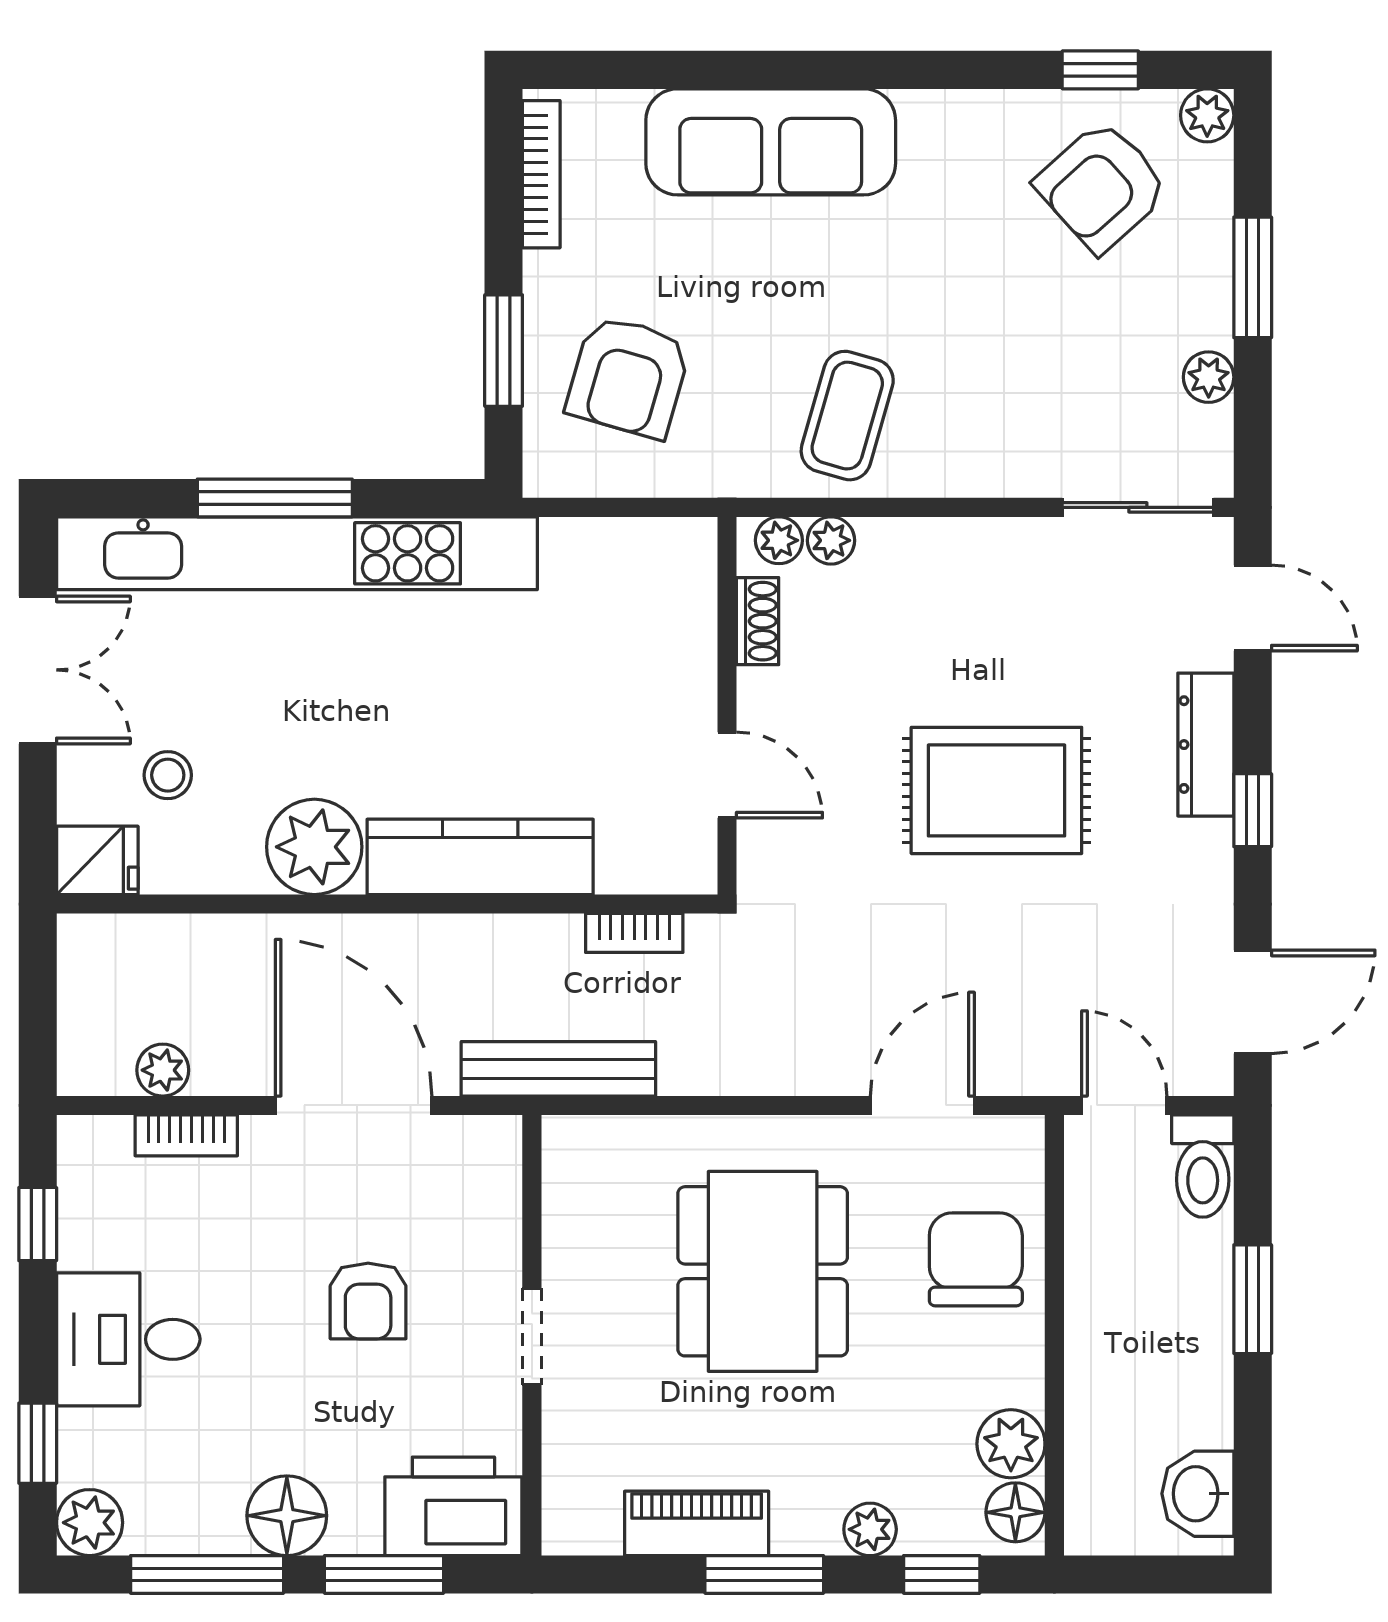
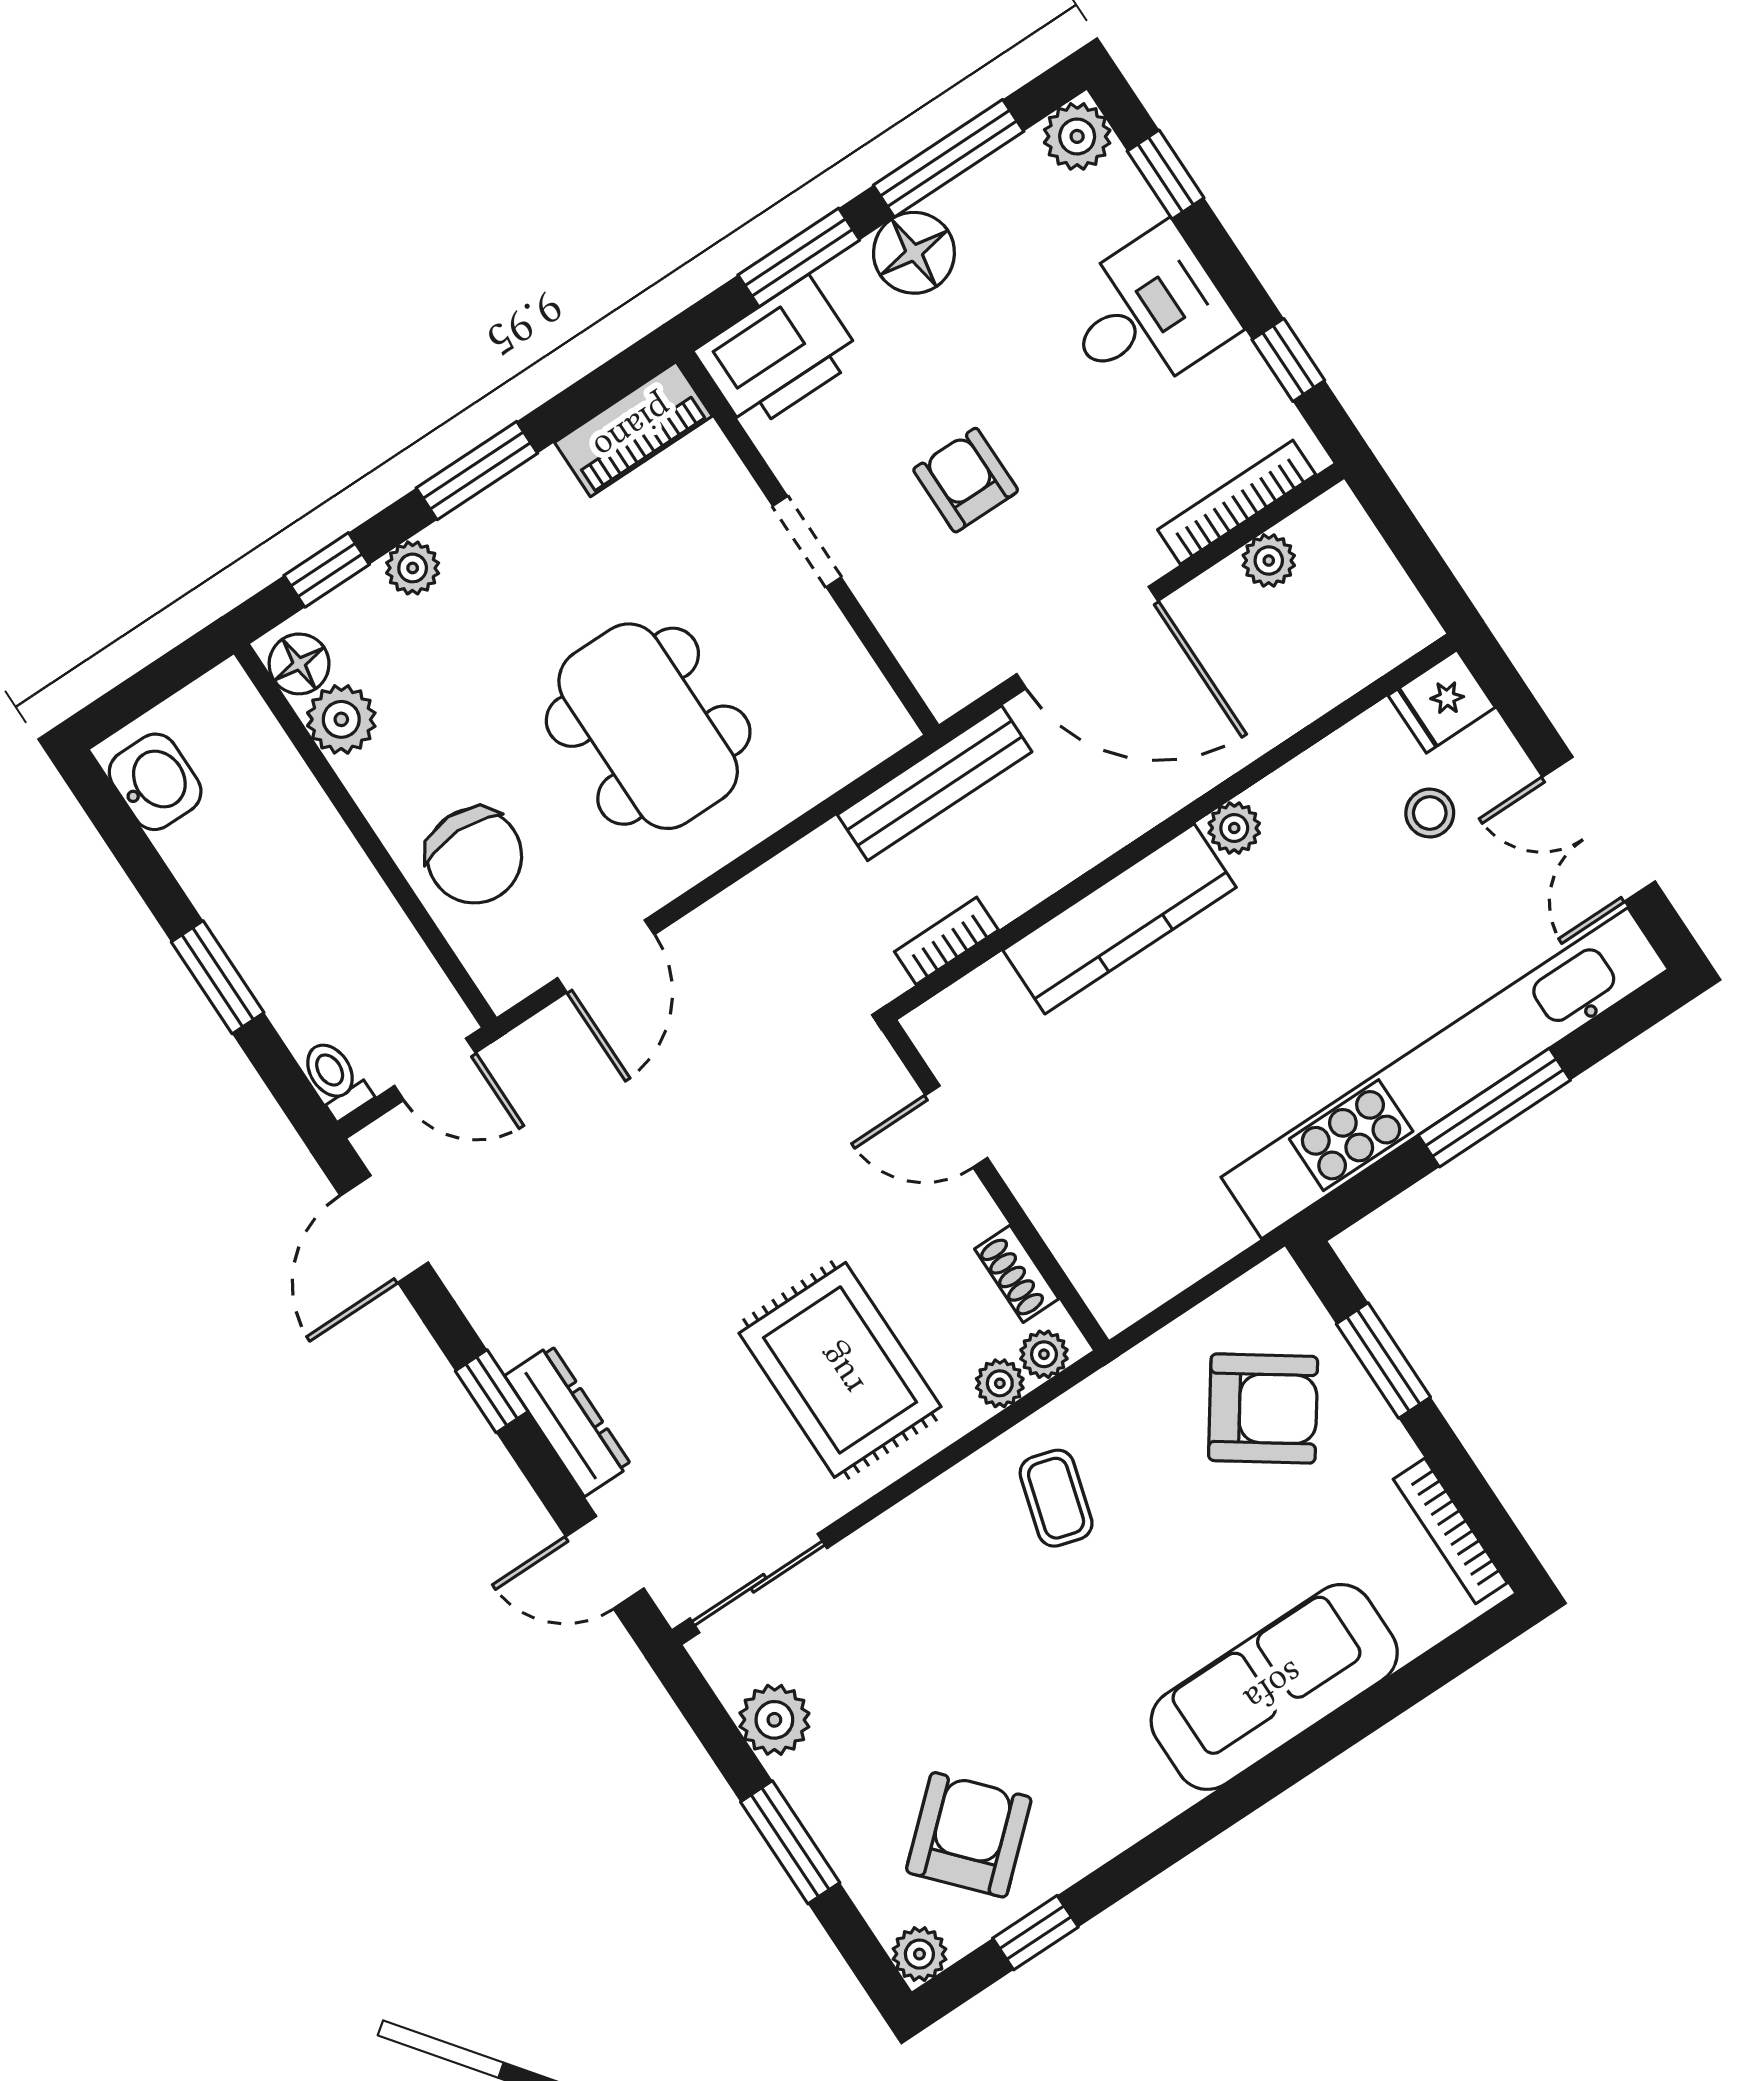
armchair: (628, 377) -> (1263, 1408), turned 109
plant: (1209, 377) -> (774, 1720), width x1.38, depth x1.38
coffee table: (847, 416) -> (1056, 1498), width x0.73, depth x0.77
rug: (996, 790) -> (840, 1370), moved, turned 90
plant: (314, 847) -> (1234, 828), width x0.53, depth x0.53
bookcase: (186, 1135) -> (1237, 502), width x1.56
toilet: (1203, 1166) -> (335, 1079), width x0.73, depth x0.72
piano: (697, 1523) -> (633, 429), moved

